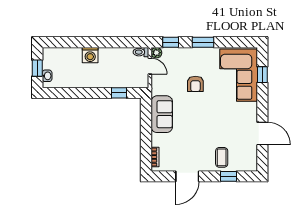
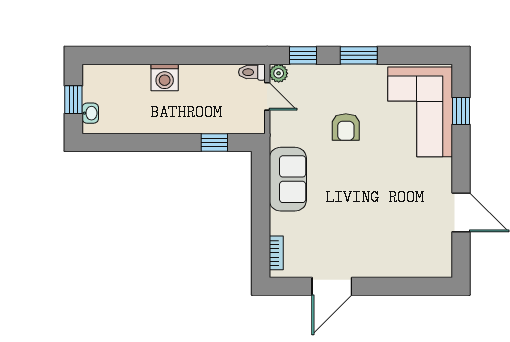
coffee table: (222, 157) -> (391, 254), removed
window: (228, 176) -> (403, 286), removed

